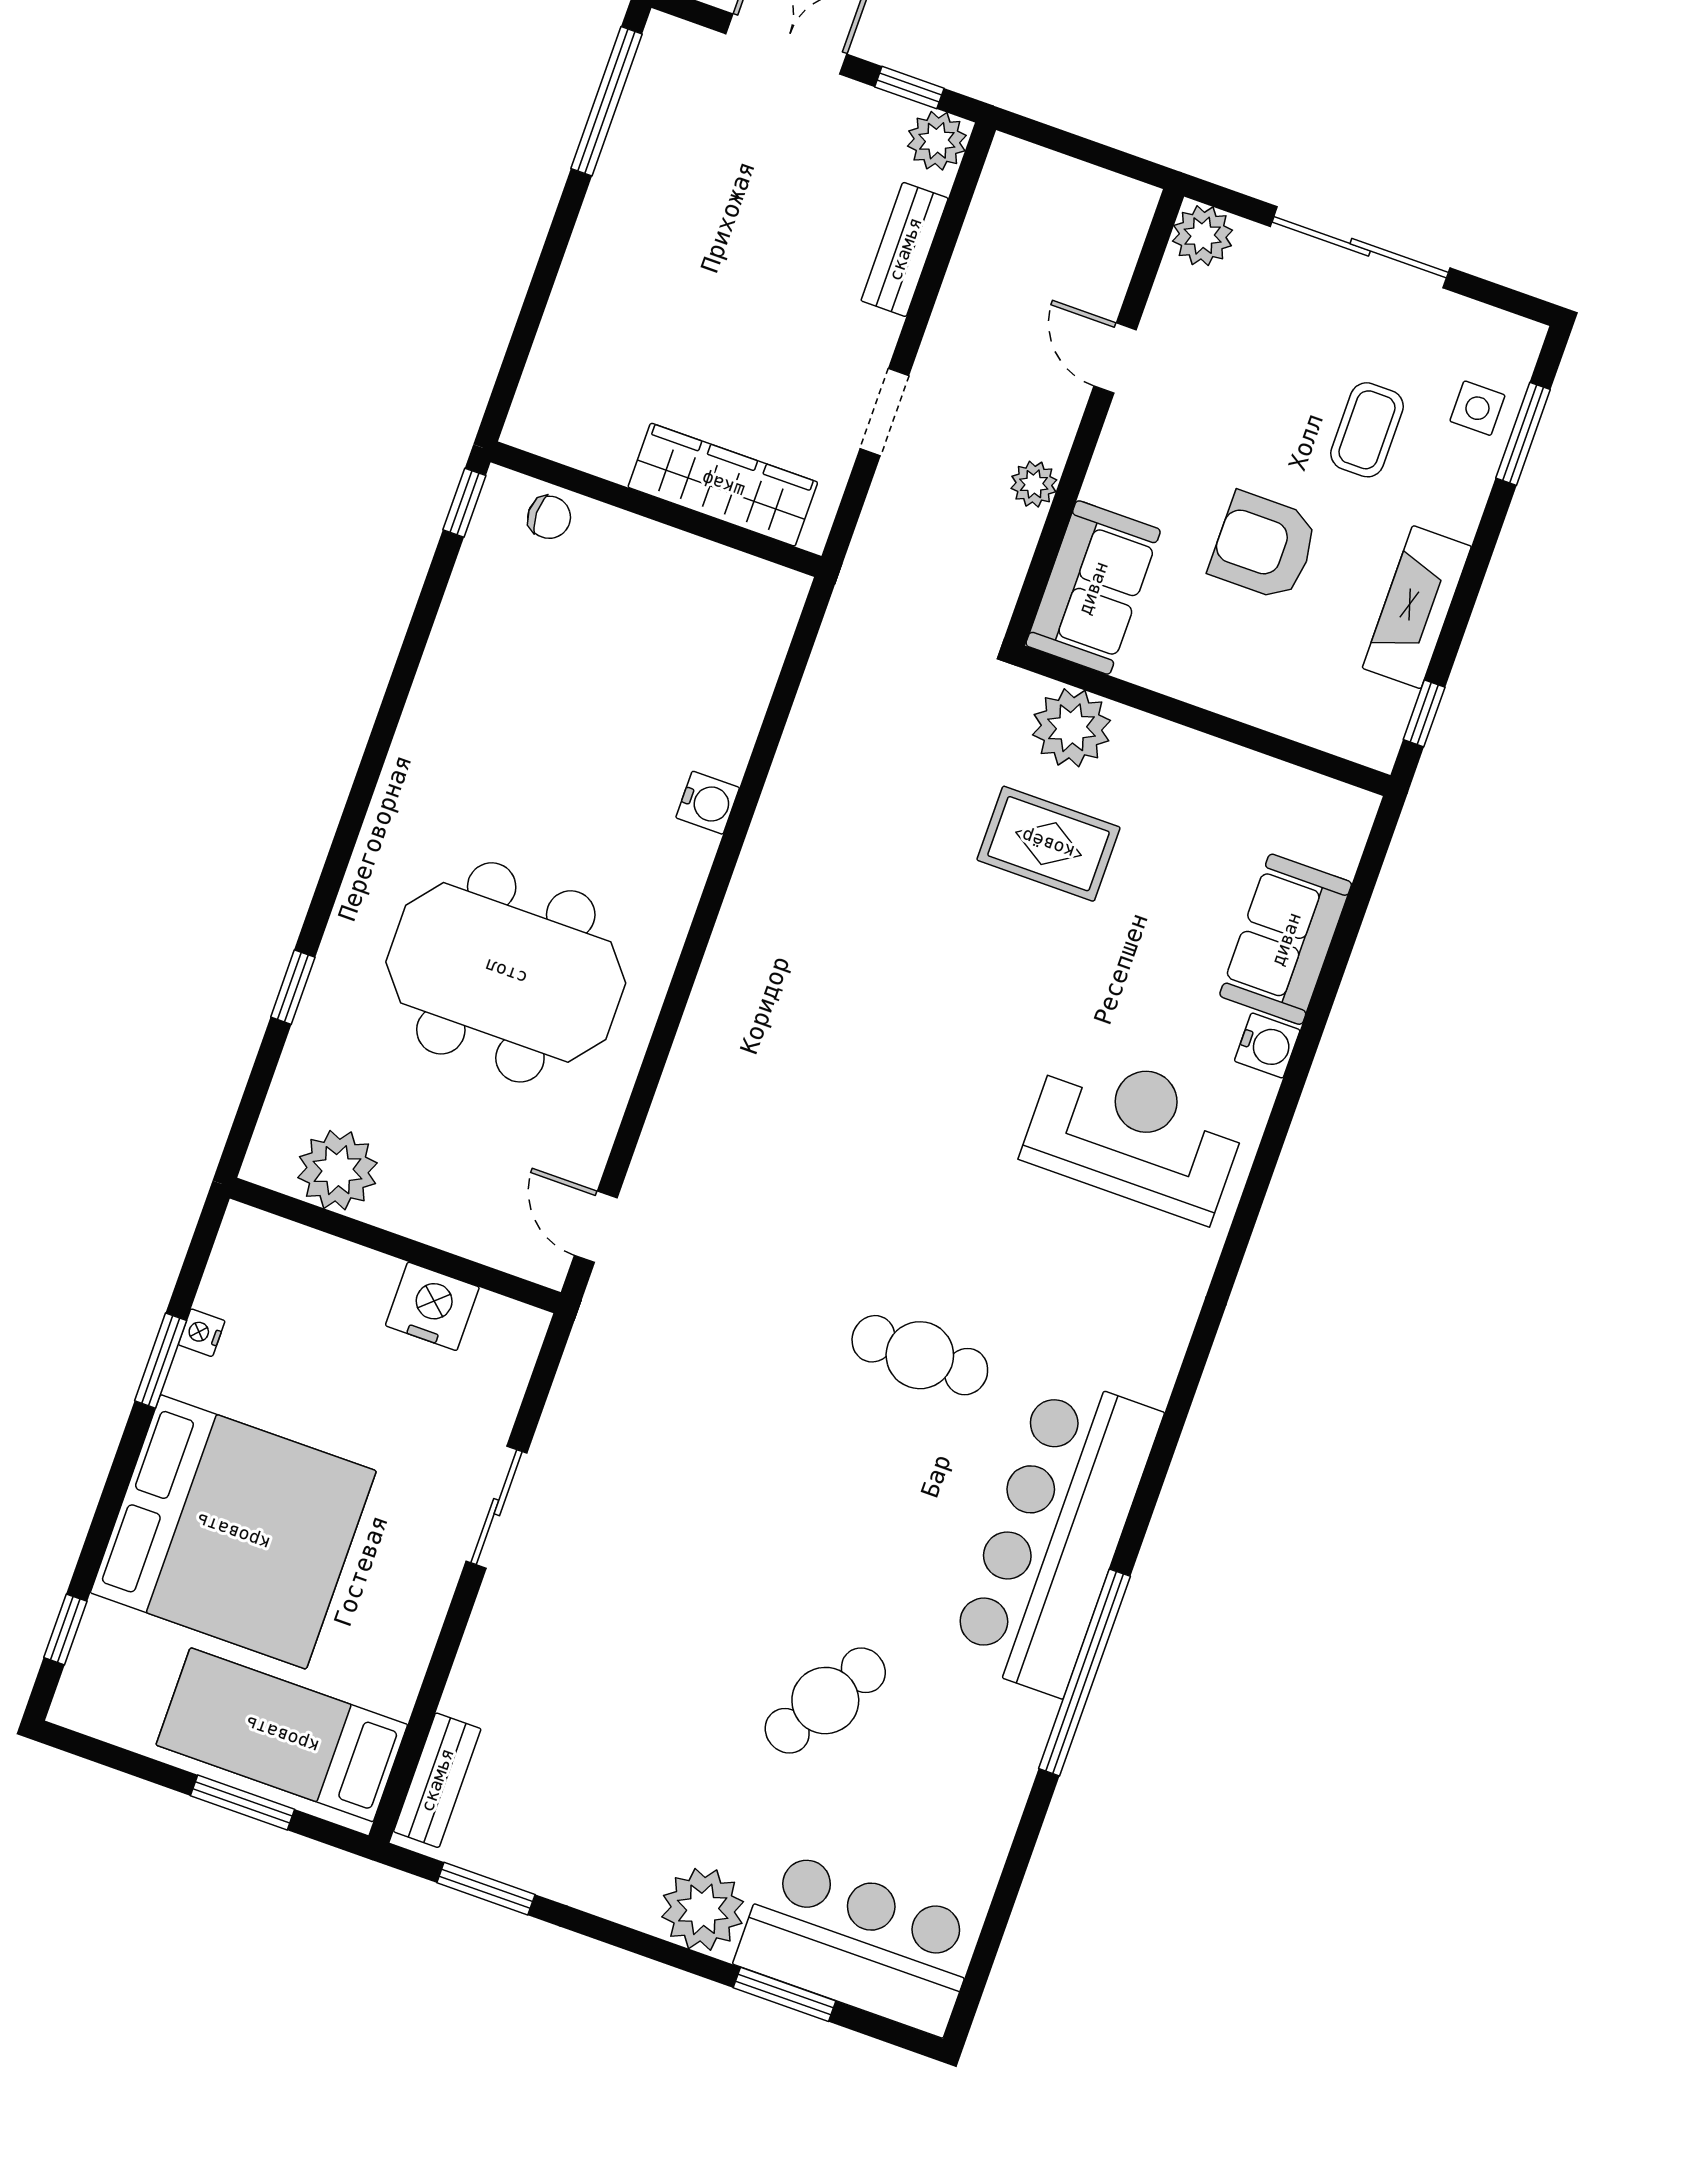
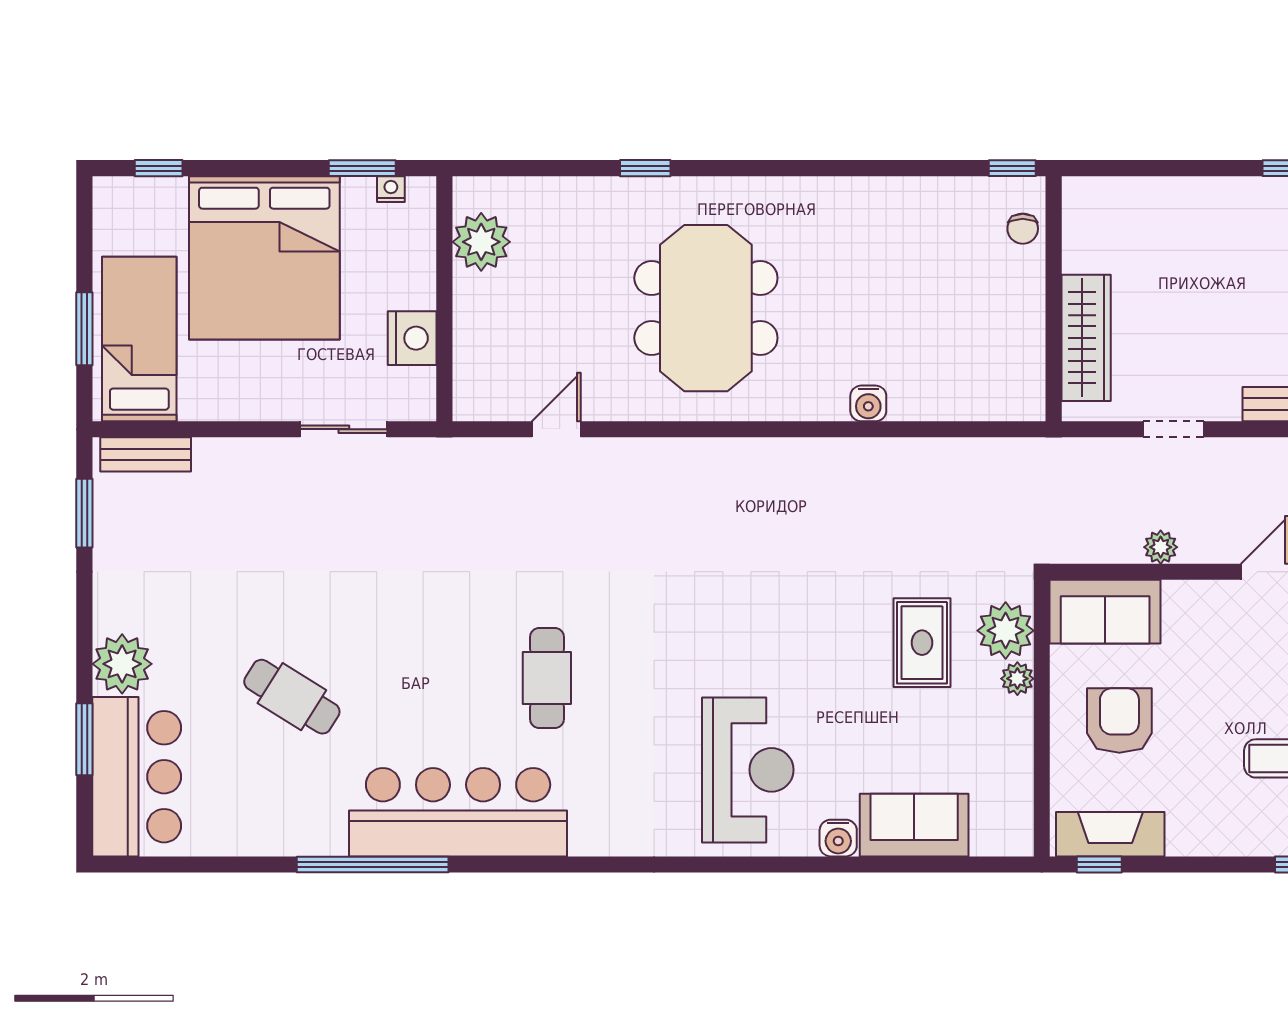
armchair: (1264, 546) -> (1119, 720), moved
fireplace: (1417, 607) -> (1110, 834), moved
plant: (1140, 735) -> (1017, 679), added
plant: (337, 1170) -> (481, 242), moved
wall: (395, 1245) -> (444, 299), moved
nightstand: (432, 1306) -> (412, 338), moved

